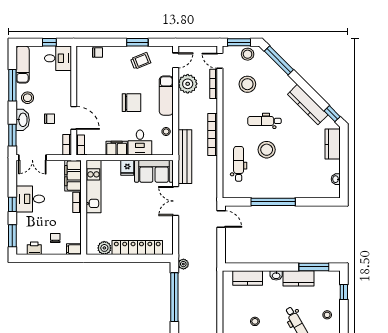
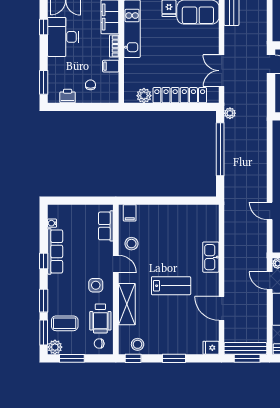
desk: (30, 199) -> (63, 37), width x1.37
double door: (176, 201) -> (222, 71), moved
window: (12, 204) -> (44, 27), moved
filing cabinet: (74, 249) -> (111, 66), moved

